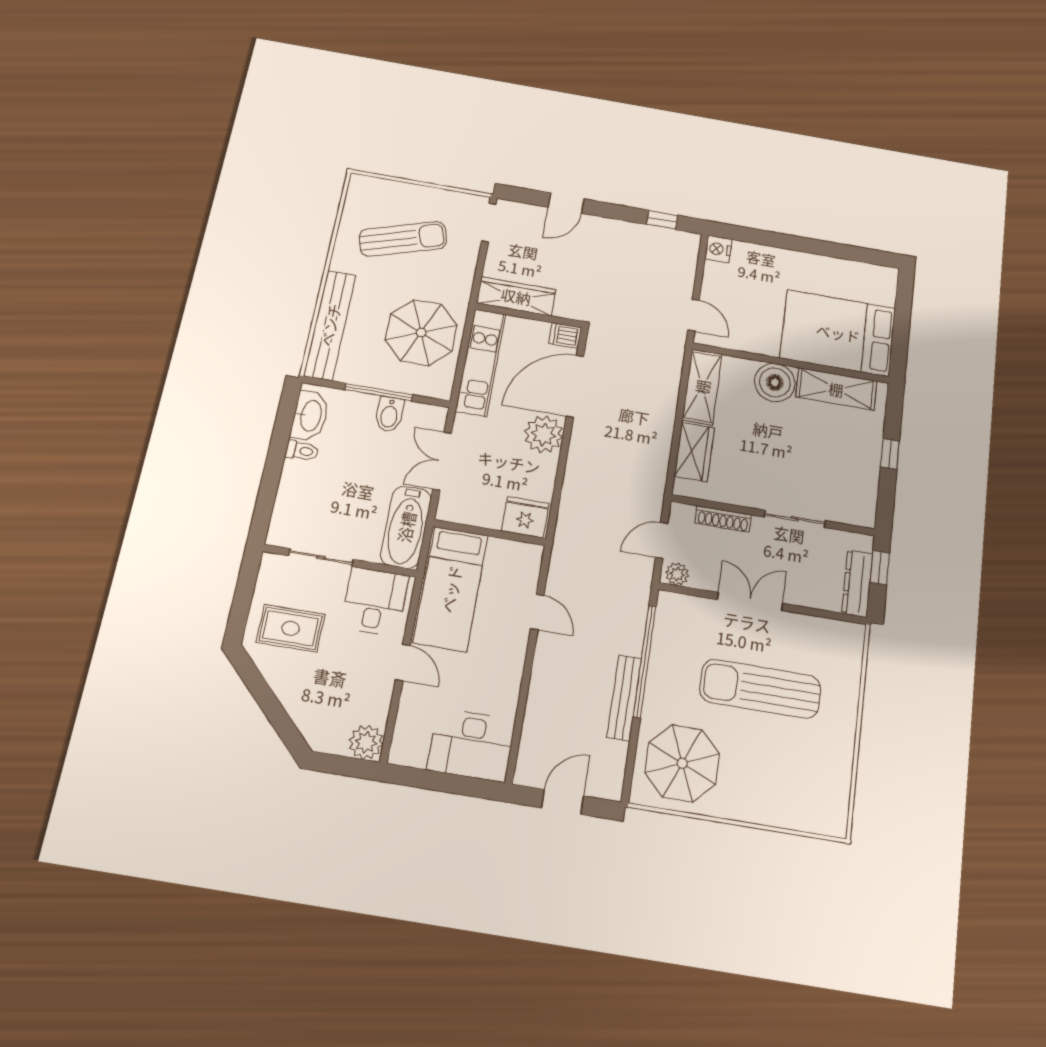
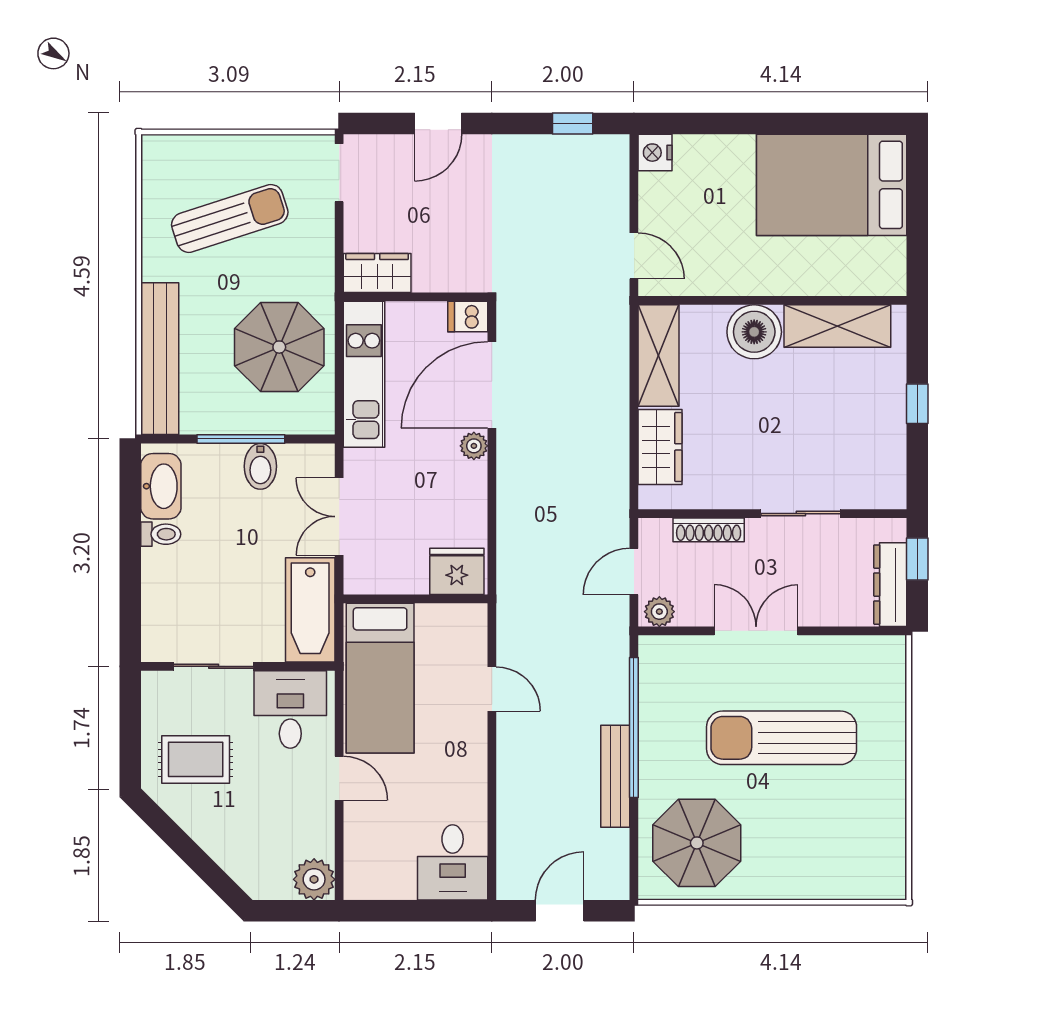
wardrobe: (516, 296) -> (377, 273), width x0.67
bed: (838, 333) -> (832, 185), moved
plant: (544, 434) -> (474, 446), width x0.53, depth x0.53
desk: (471, 745) -> (453, 862), width x0.73

